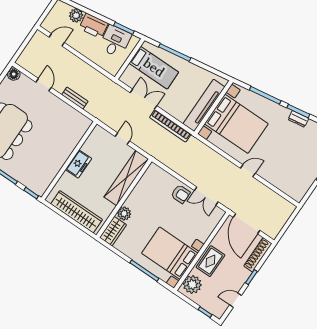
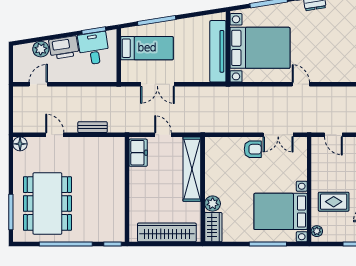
double door: (144, 99) -> (157, 84), swing flipped
bookcase: (170, 126) -> (200, 92), removed
freezer: (78, 164) -> (138, 153), moved
door: (248, 171) -> (301, 84), hinge flipped
door: (247, 224) -> (333, 135), width x0.53
rug: (210, 261) -> (334, 202), moved, turned 90
plant: (192, 284) -> (317, 231), width x0.53, depth x0.53

